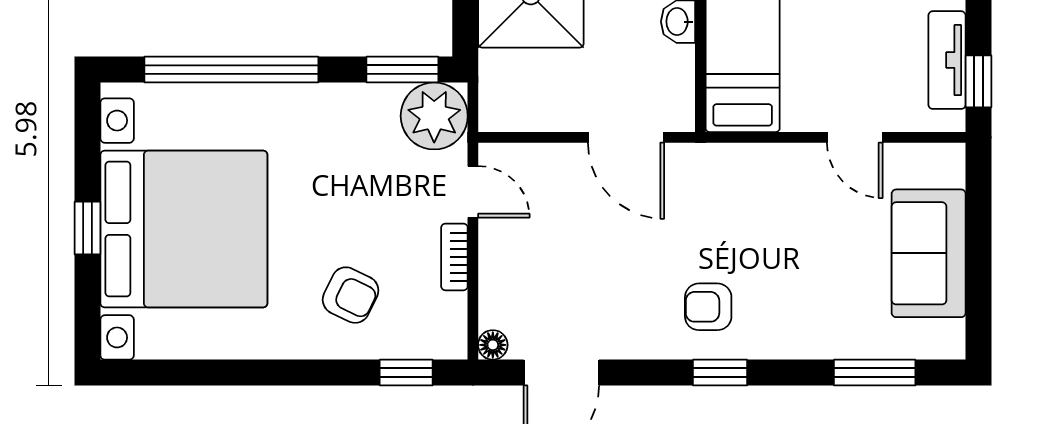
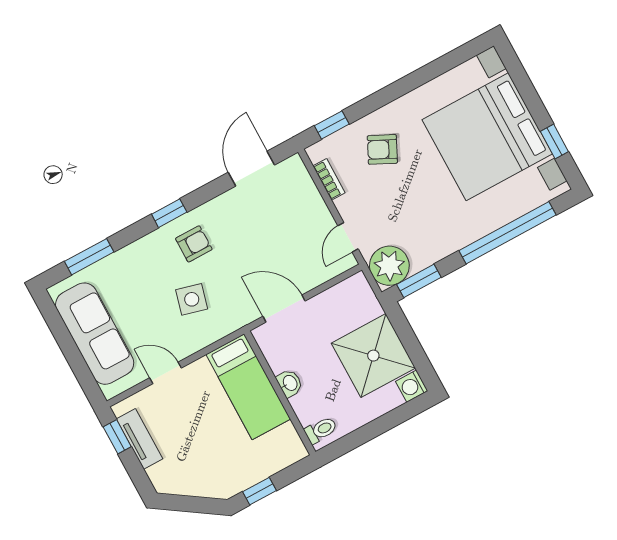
door: (473, 192) -> (348, 237), hinge flipped
side table: (756, 226) -> (192, 299), added
window: (87, 228) -> (554, 141), moved
sofa: (929, 253) -> (95, 334), width x1.36
bookcase: (454, 257) -> (329, 179), moved
floor lamp: (493, 345) -> (295, 164), removed

